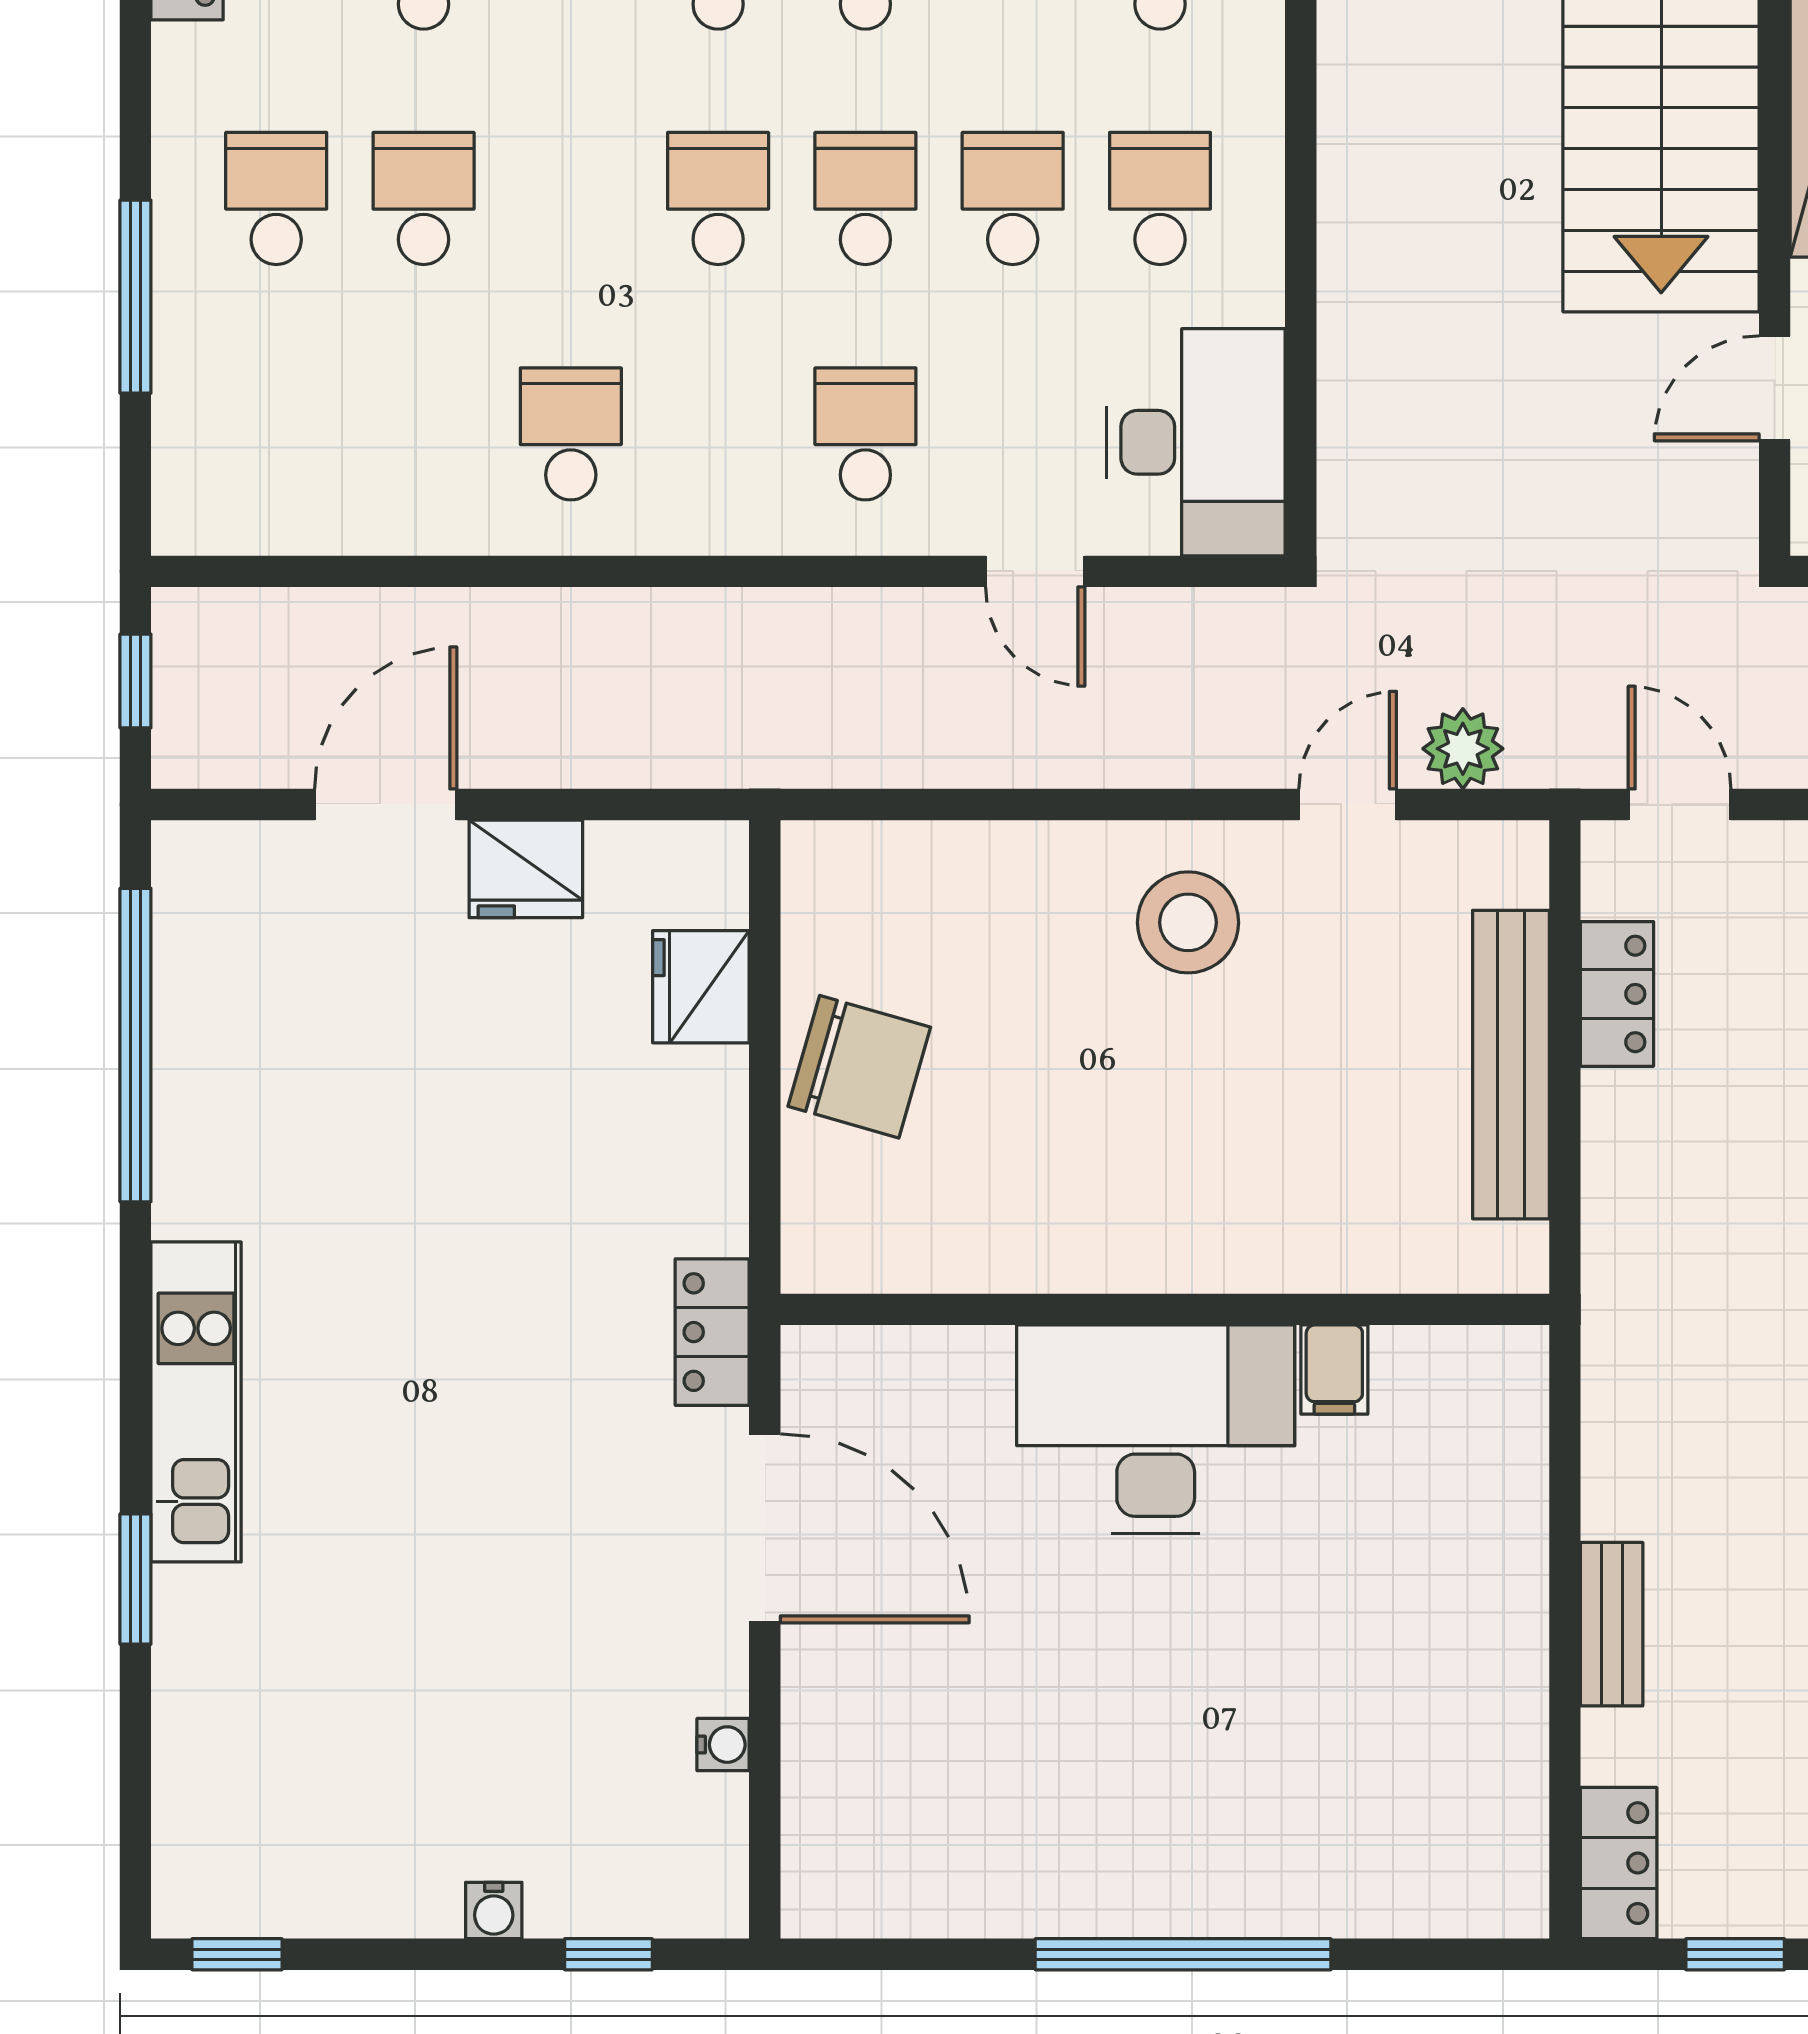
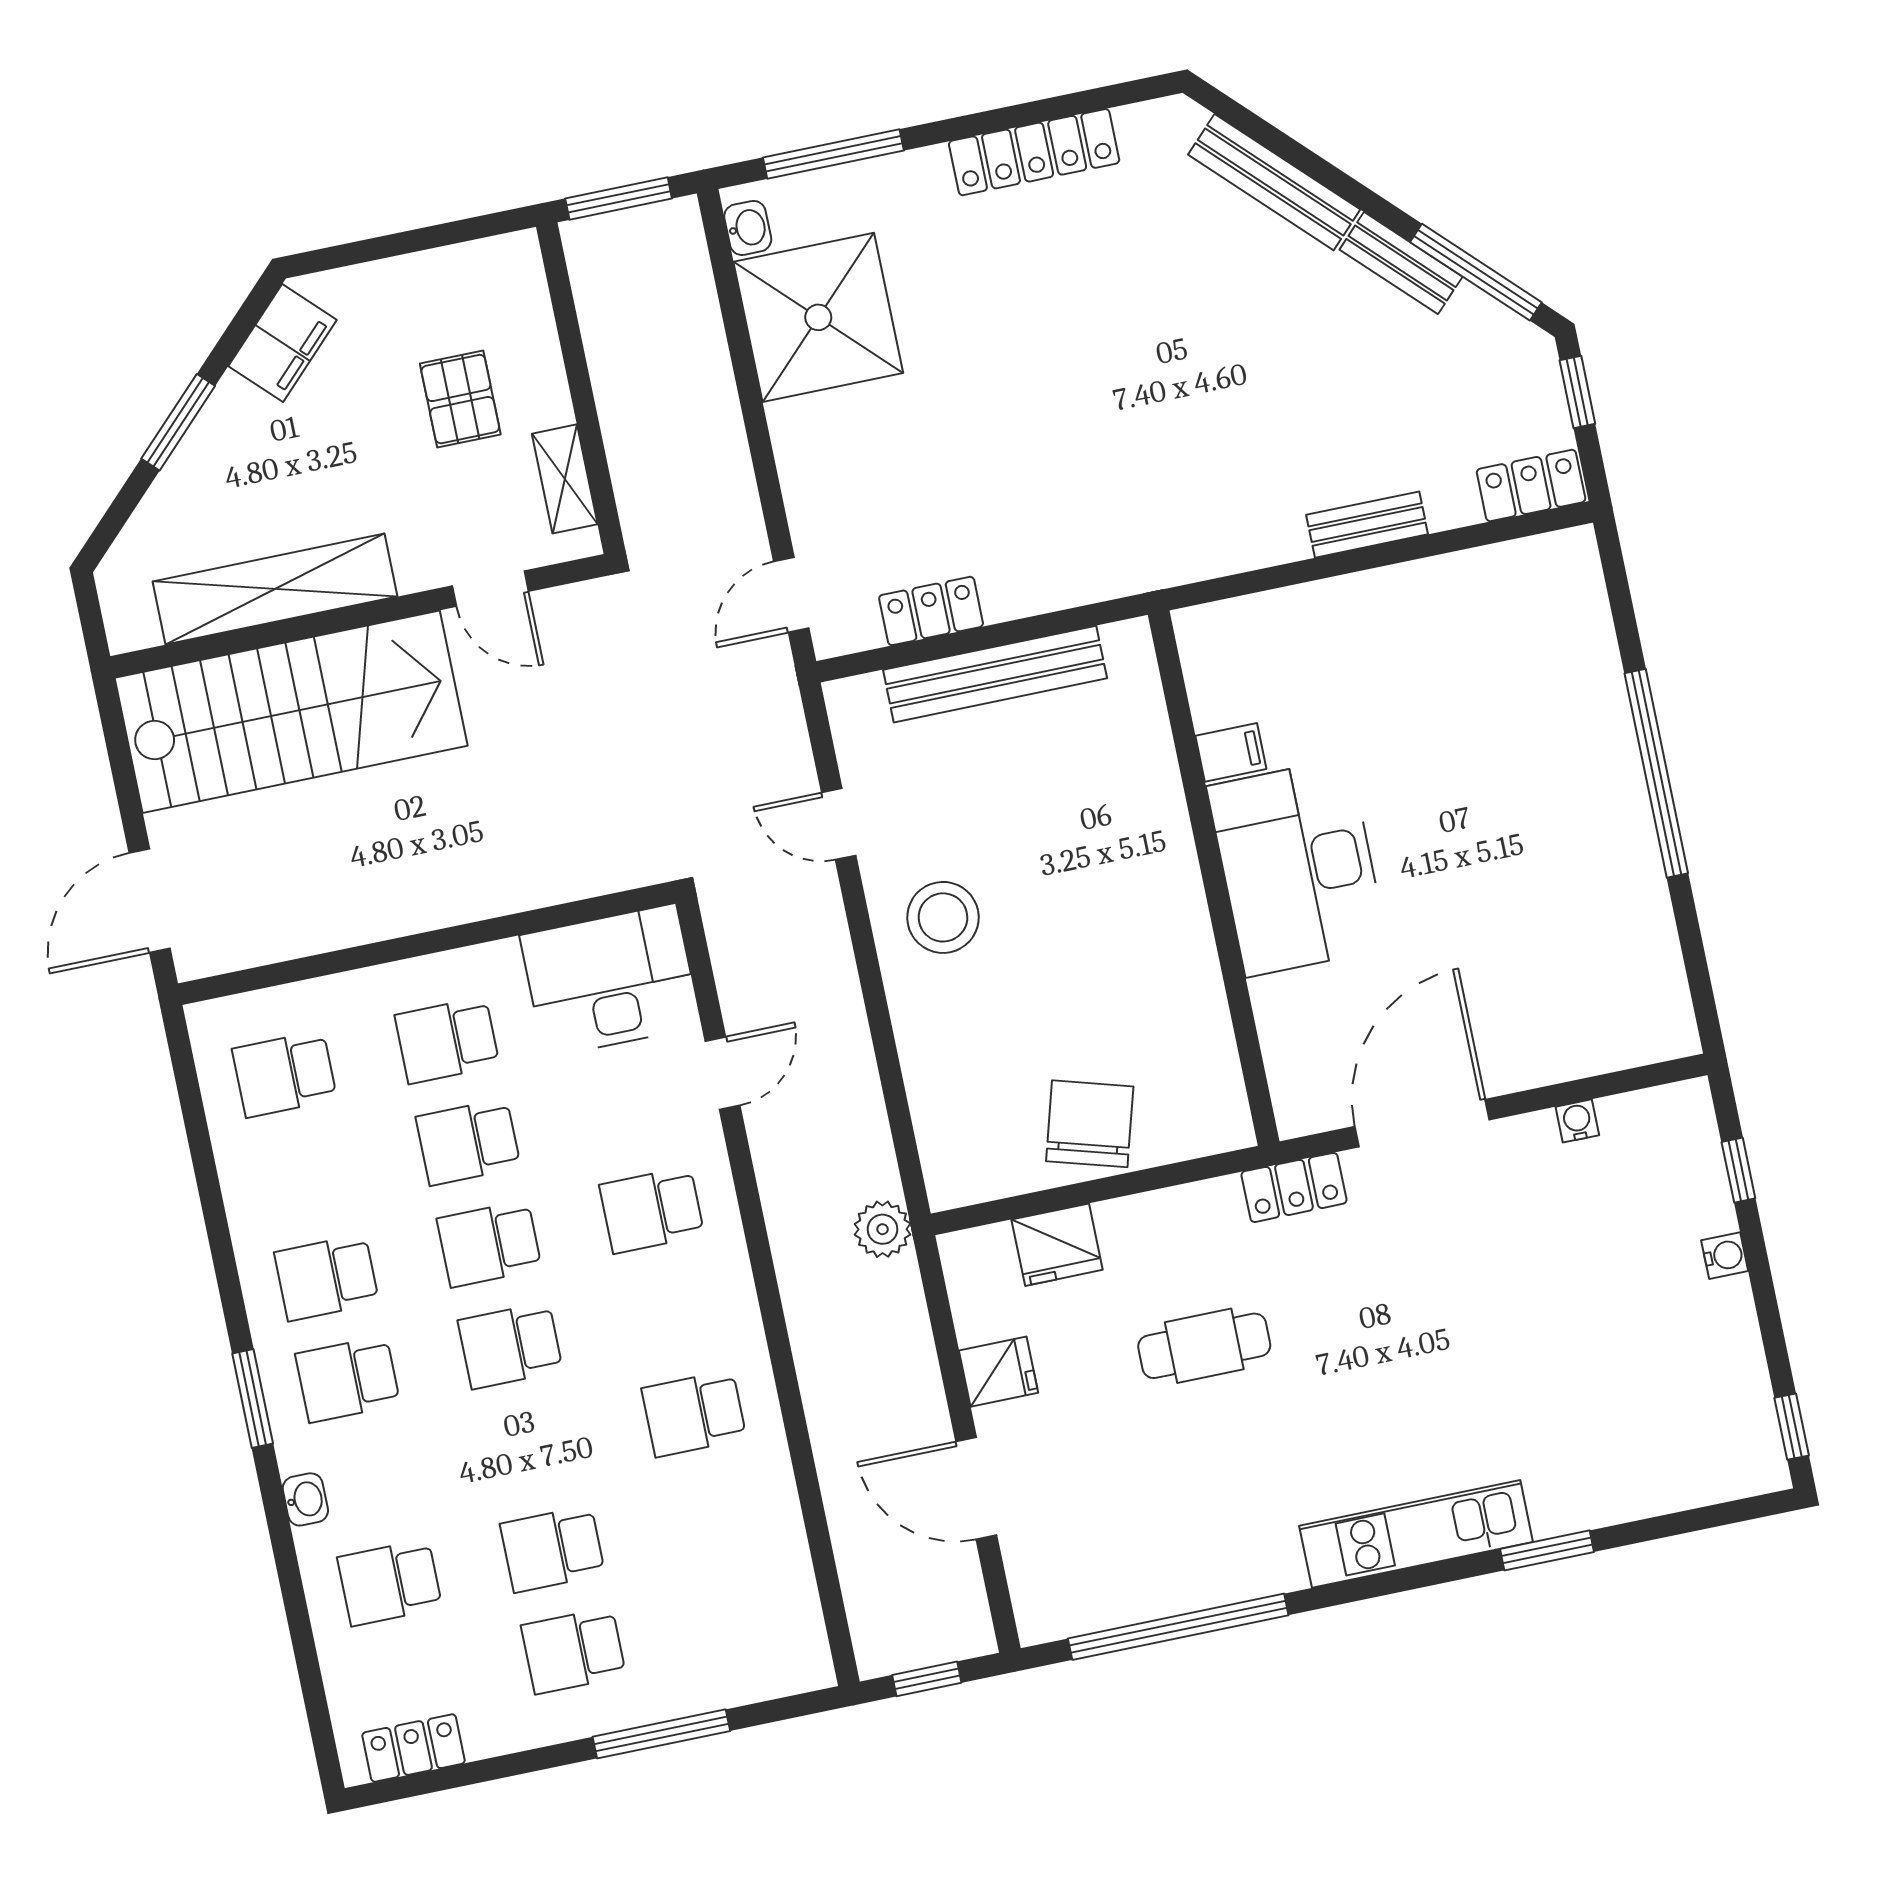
plant: (1463, 749) -> (882, 1229), moved
fridge: (526, 869) -> (998, 1372), width x0.72
cafe table: (518, 1162) -> (1204, 1346), added

